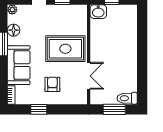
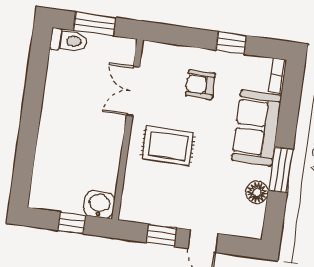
plant: (12, 10) -> (254, 230), removed
rug: (65, 49) -> (168, 146), width x0.73, depth x0.70
armchair: (52, 84) -> (200, 85), turned 90

